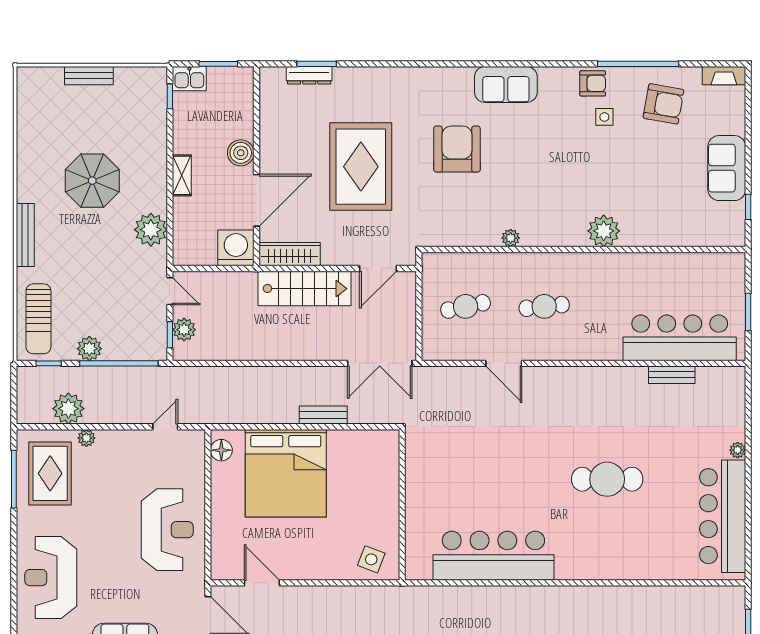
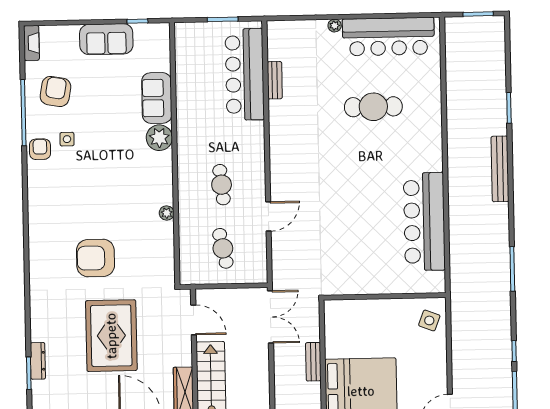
dresser: (309, 75) -> (38, 361), moved
sofa: (506, 84) -> (157, 98), moved, turned 180
rug: (361, 167) -> (111, 336), turned 90
cafe table: (607, 479) -> (373, 107), moved, turned 90

